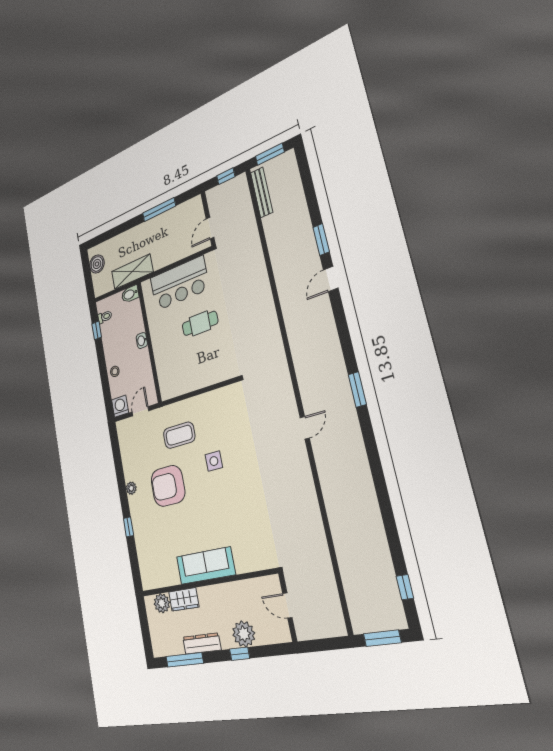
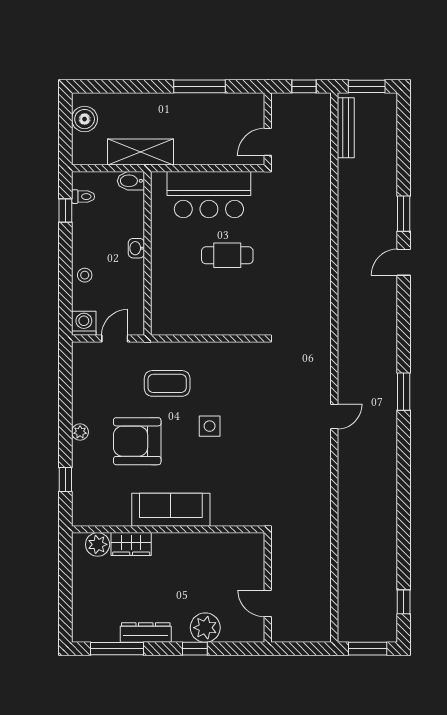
sofa: (206, 566) -> (171, 510), moved
wall: (207, 583) -> (168, 529), moved
wardrobe: (184, 599) -> (131, 544), moved
plant: (162, 603) -> (98, 544), moved

